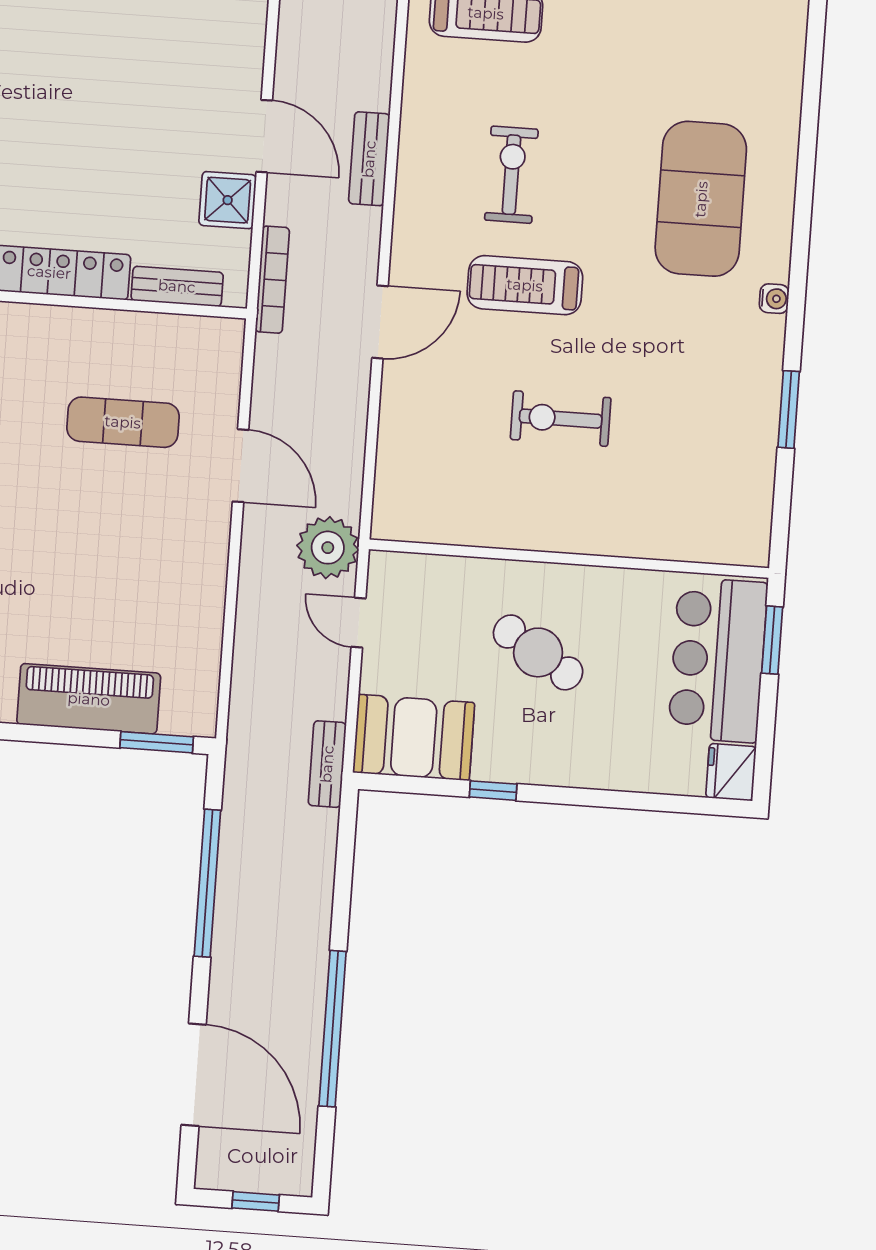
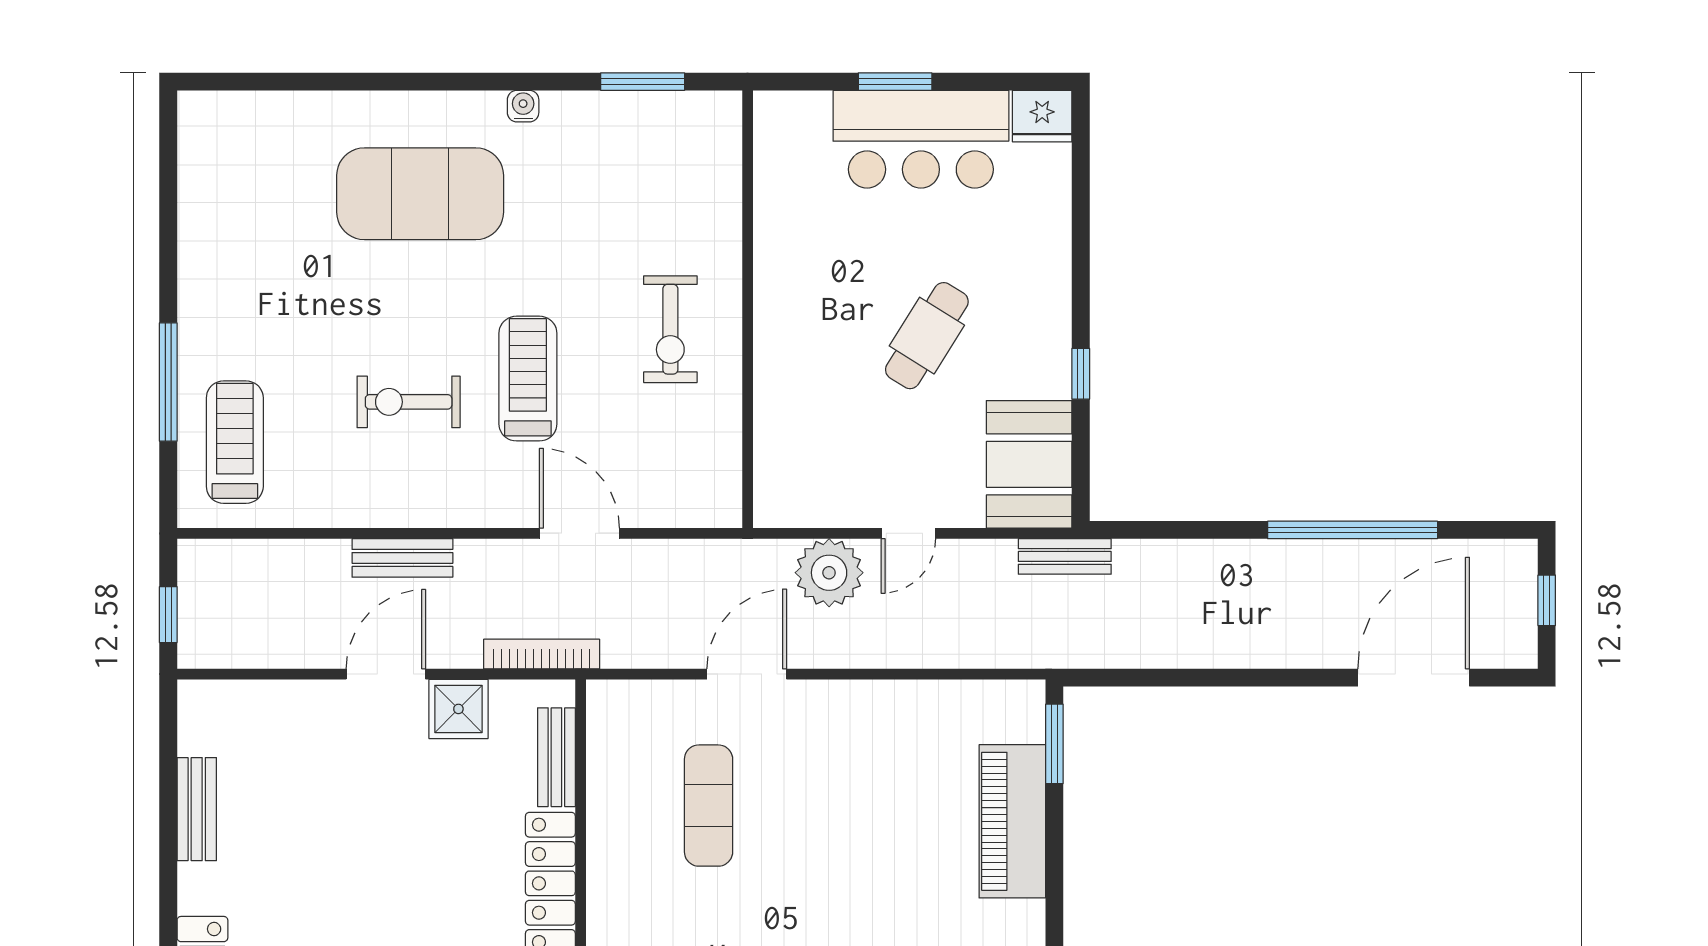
treadmill: (525, 285) -> (528, 379), turned 180
wall: (569, 559) -> (748, 309), moved
window: (207, 883) -> (1204, 678), removed

